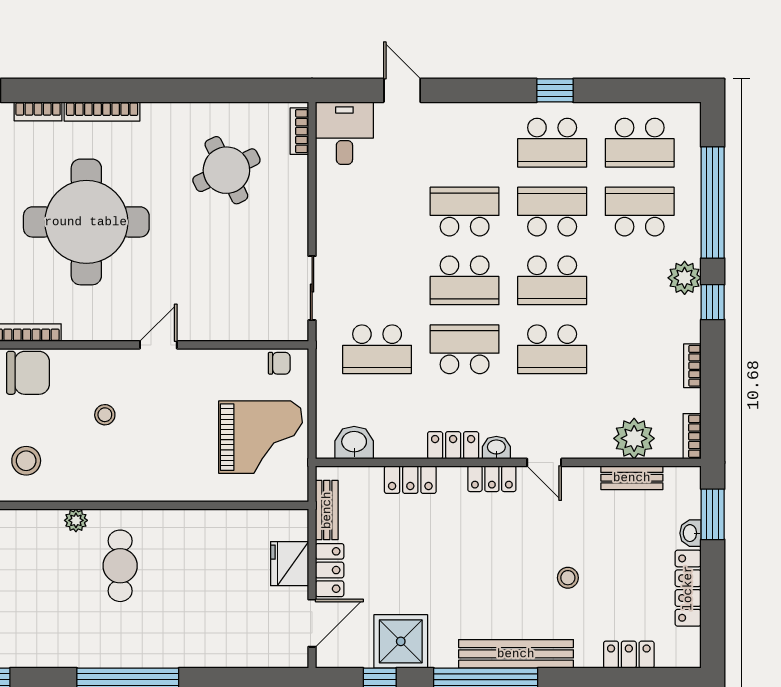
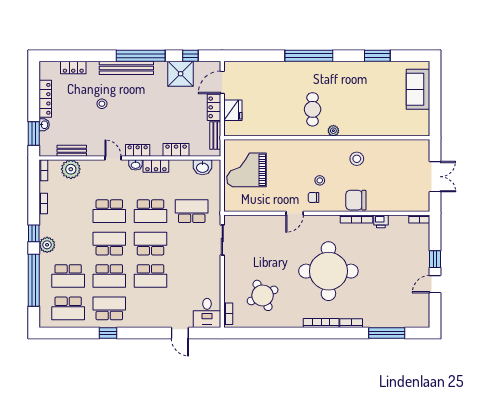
school desk: (640, 143) -> (68, 308), turned 180
school desk: (552, 349) -> (109, 211), turned 180
chair: (279, 363) -> (313, 197), moved

